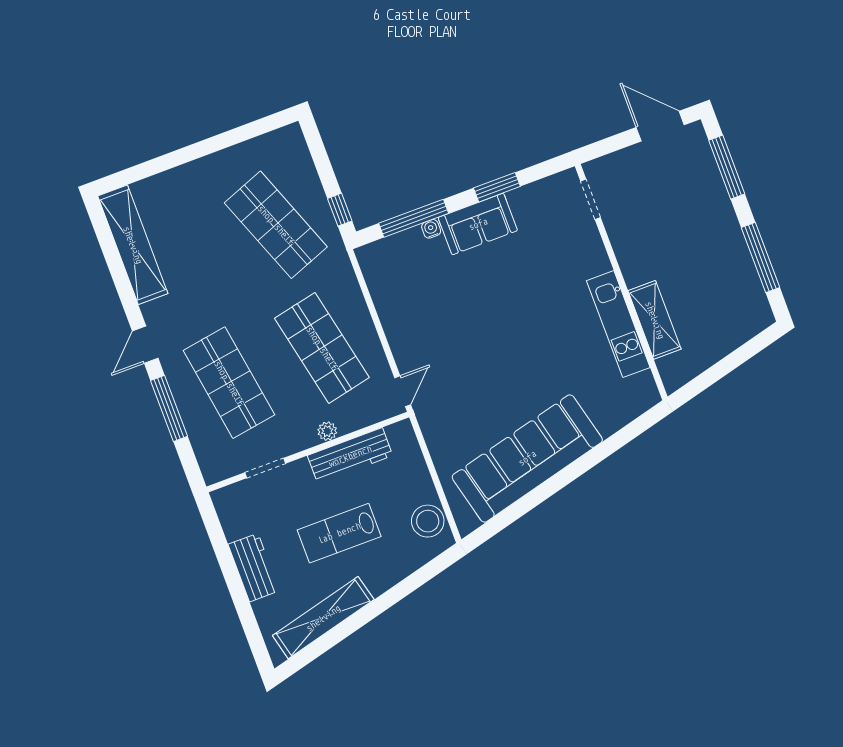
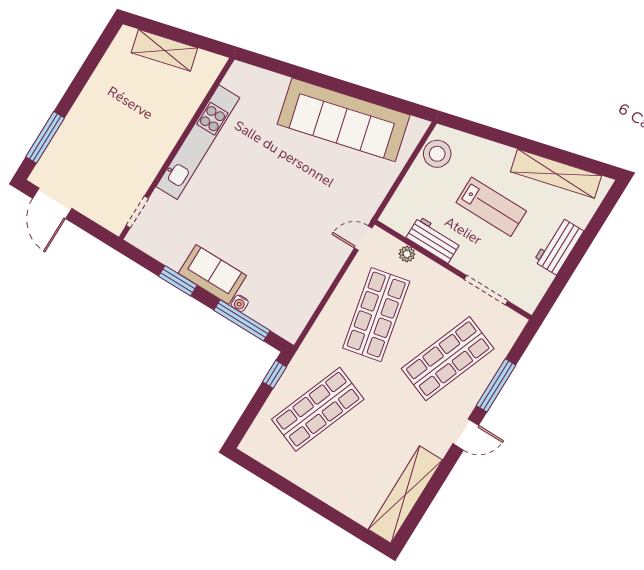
shop shelf: (276, 225) -> (318, 409), turned 42
window: (760, 257) -> (88, 68), removed
shelving: (655, 320) -> (164, 50), moved, turned 76
kitchen unit: (618, 324) -> (198, 142), width x1.36
shop shelf: (229, 383) -> (448, 359), turned 30
plant: (327, 431) -> (407, 254), moved
workbench: (350, 456) -> (434, 240), width x0.73
doorway: (265, 468) -> (486, 290), width x1.38

